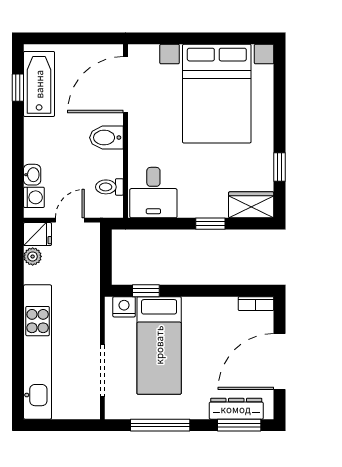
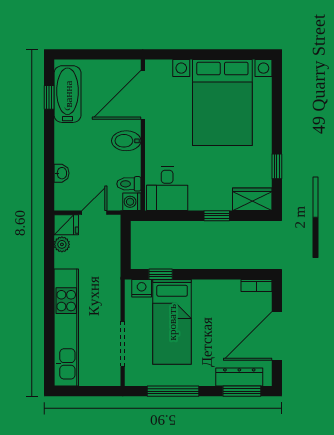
washing machine: (34, 197) -> (132, 202), moved, turned 180

